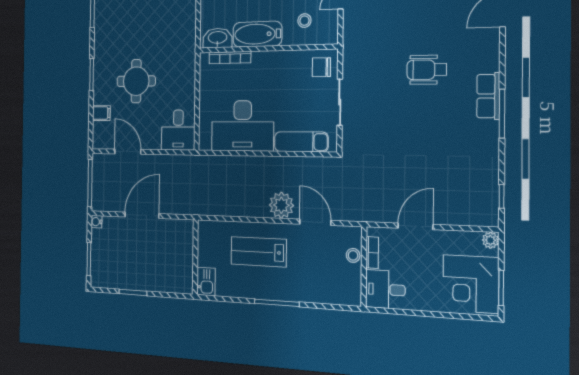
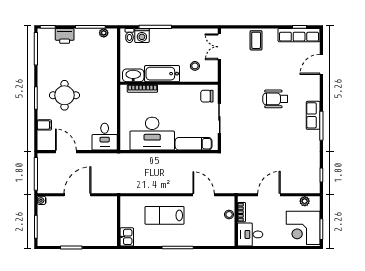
round table: (136, 81) -> (64, 95), moved
plant: (281, 205) -> (180, 185), removed
plant: (490, 240) -> (305, 201), moved

